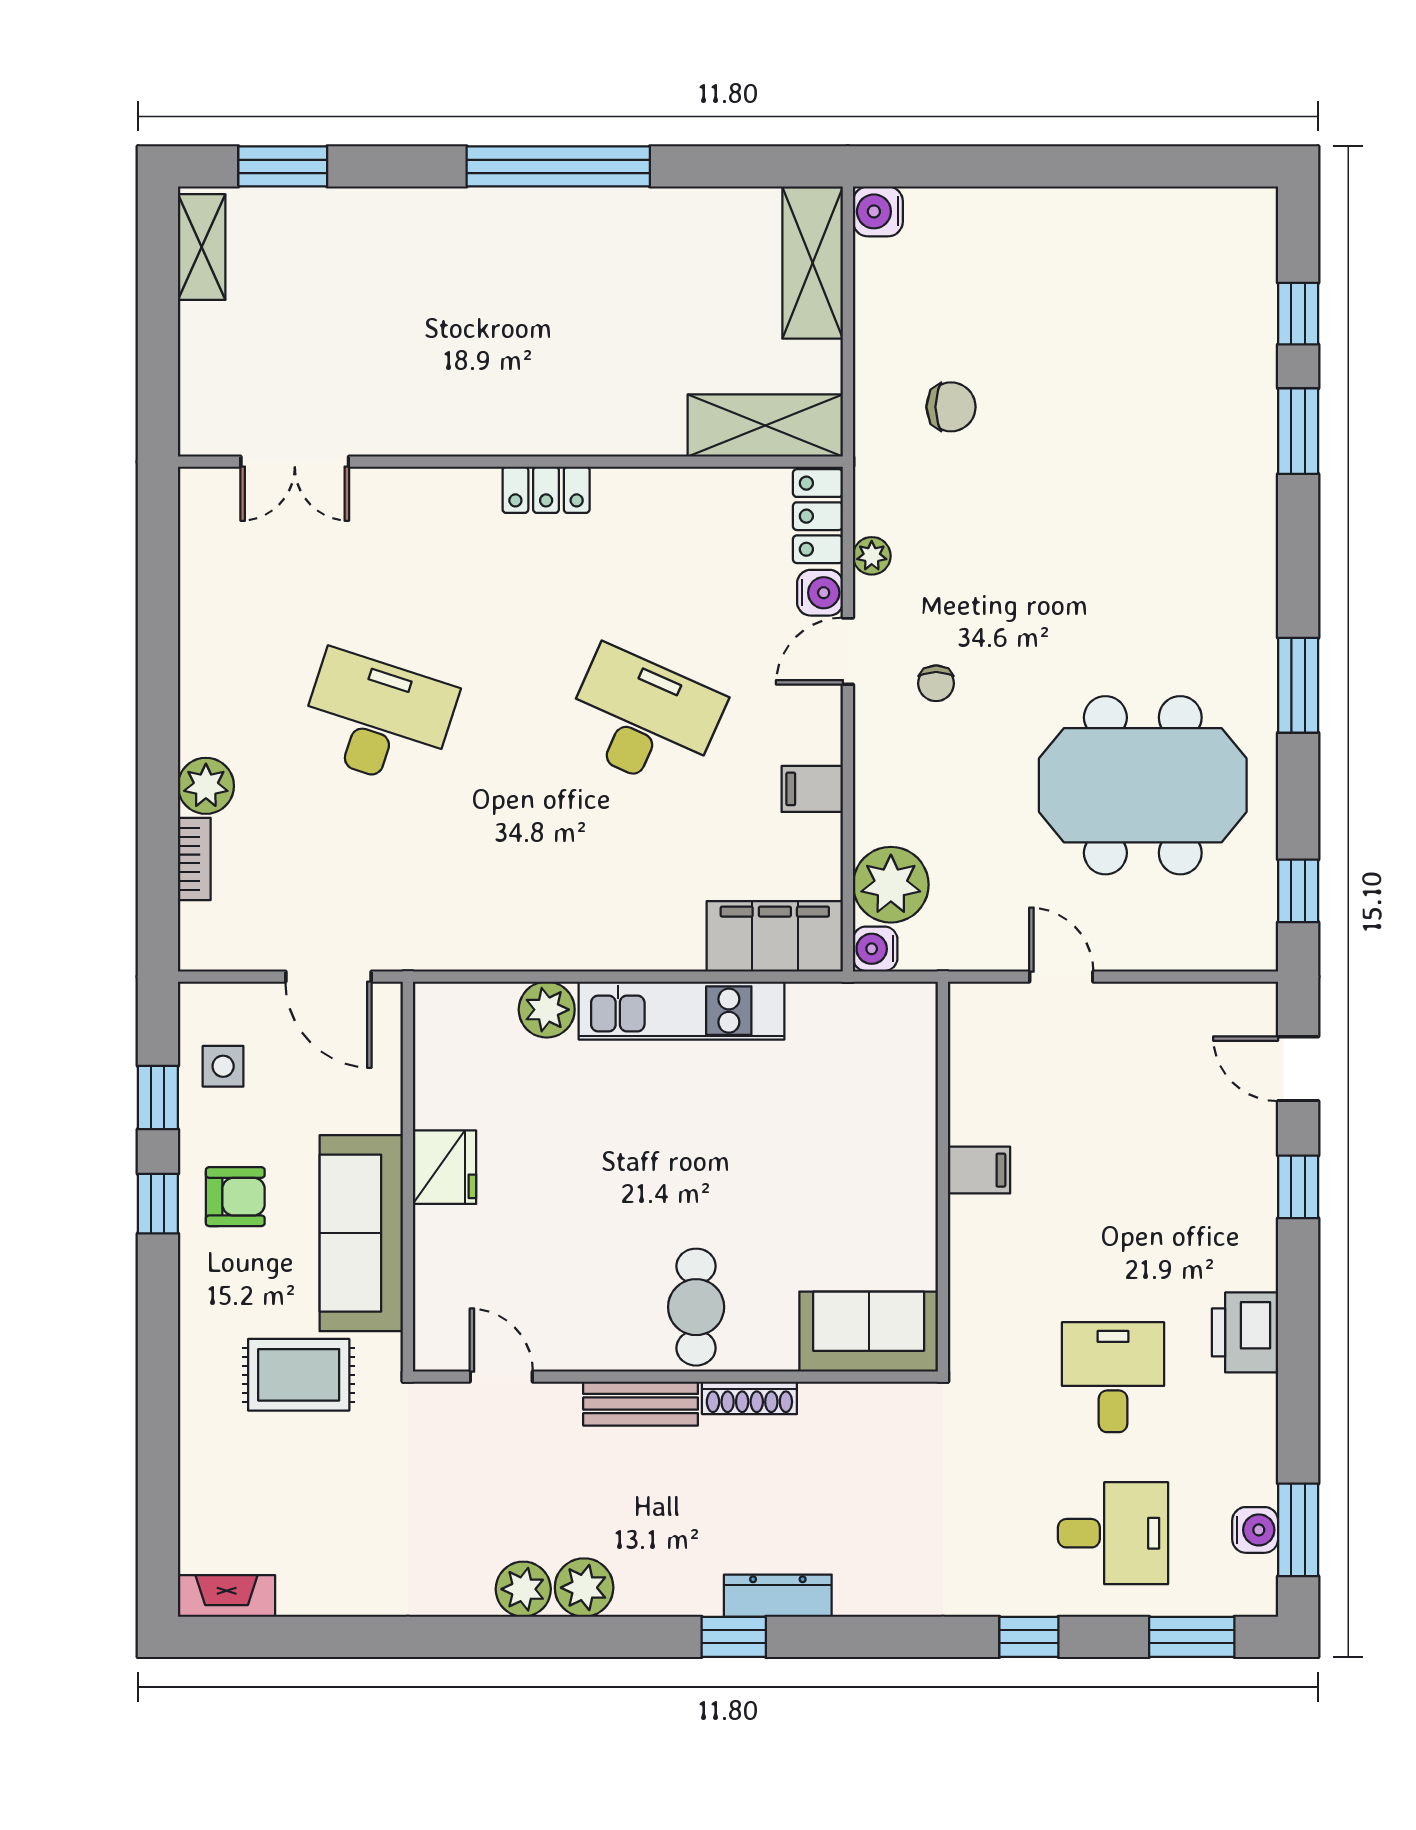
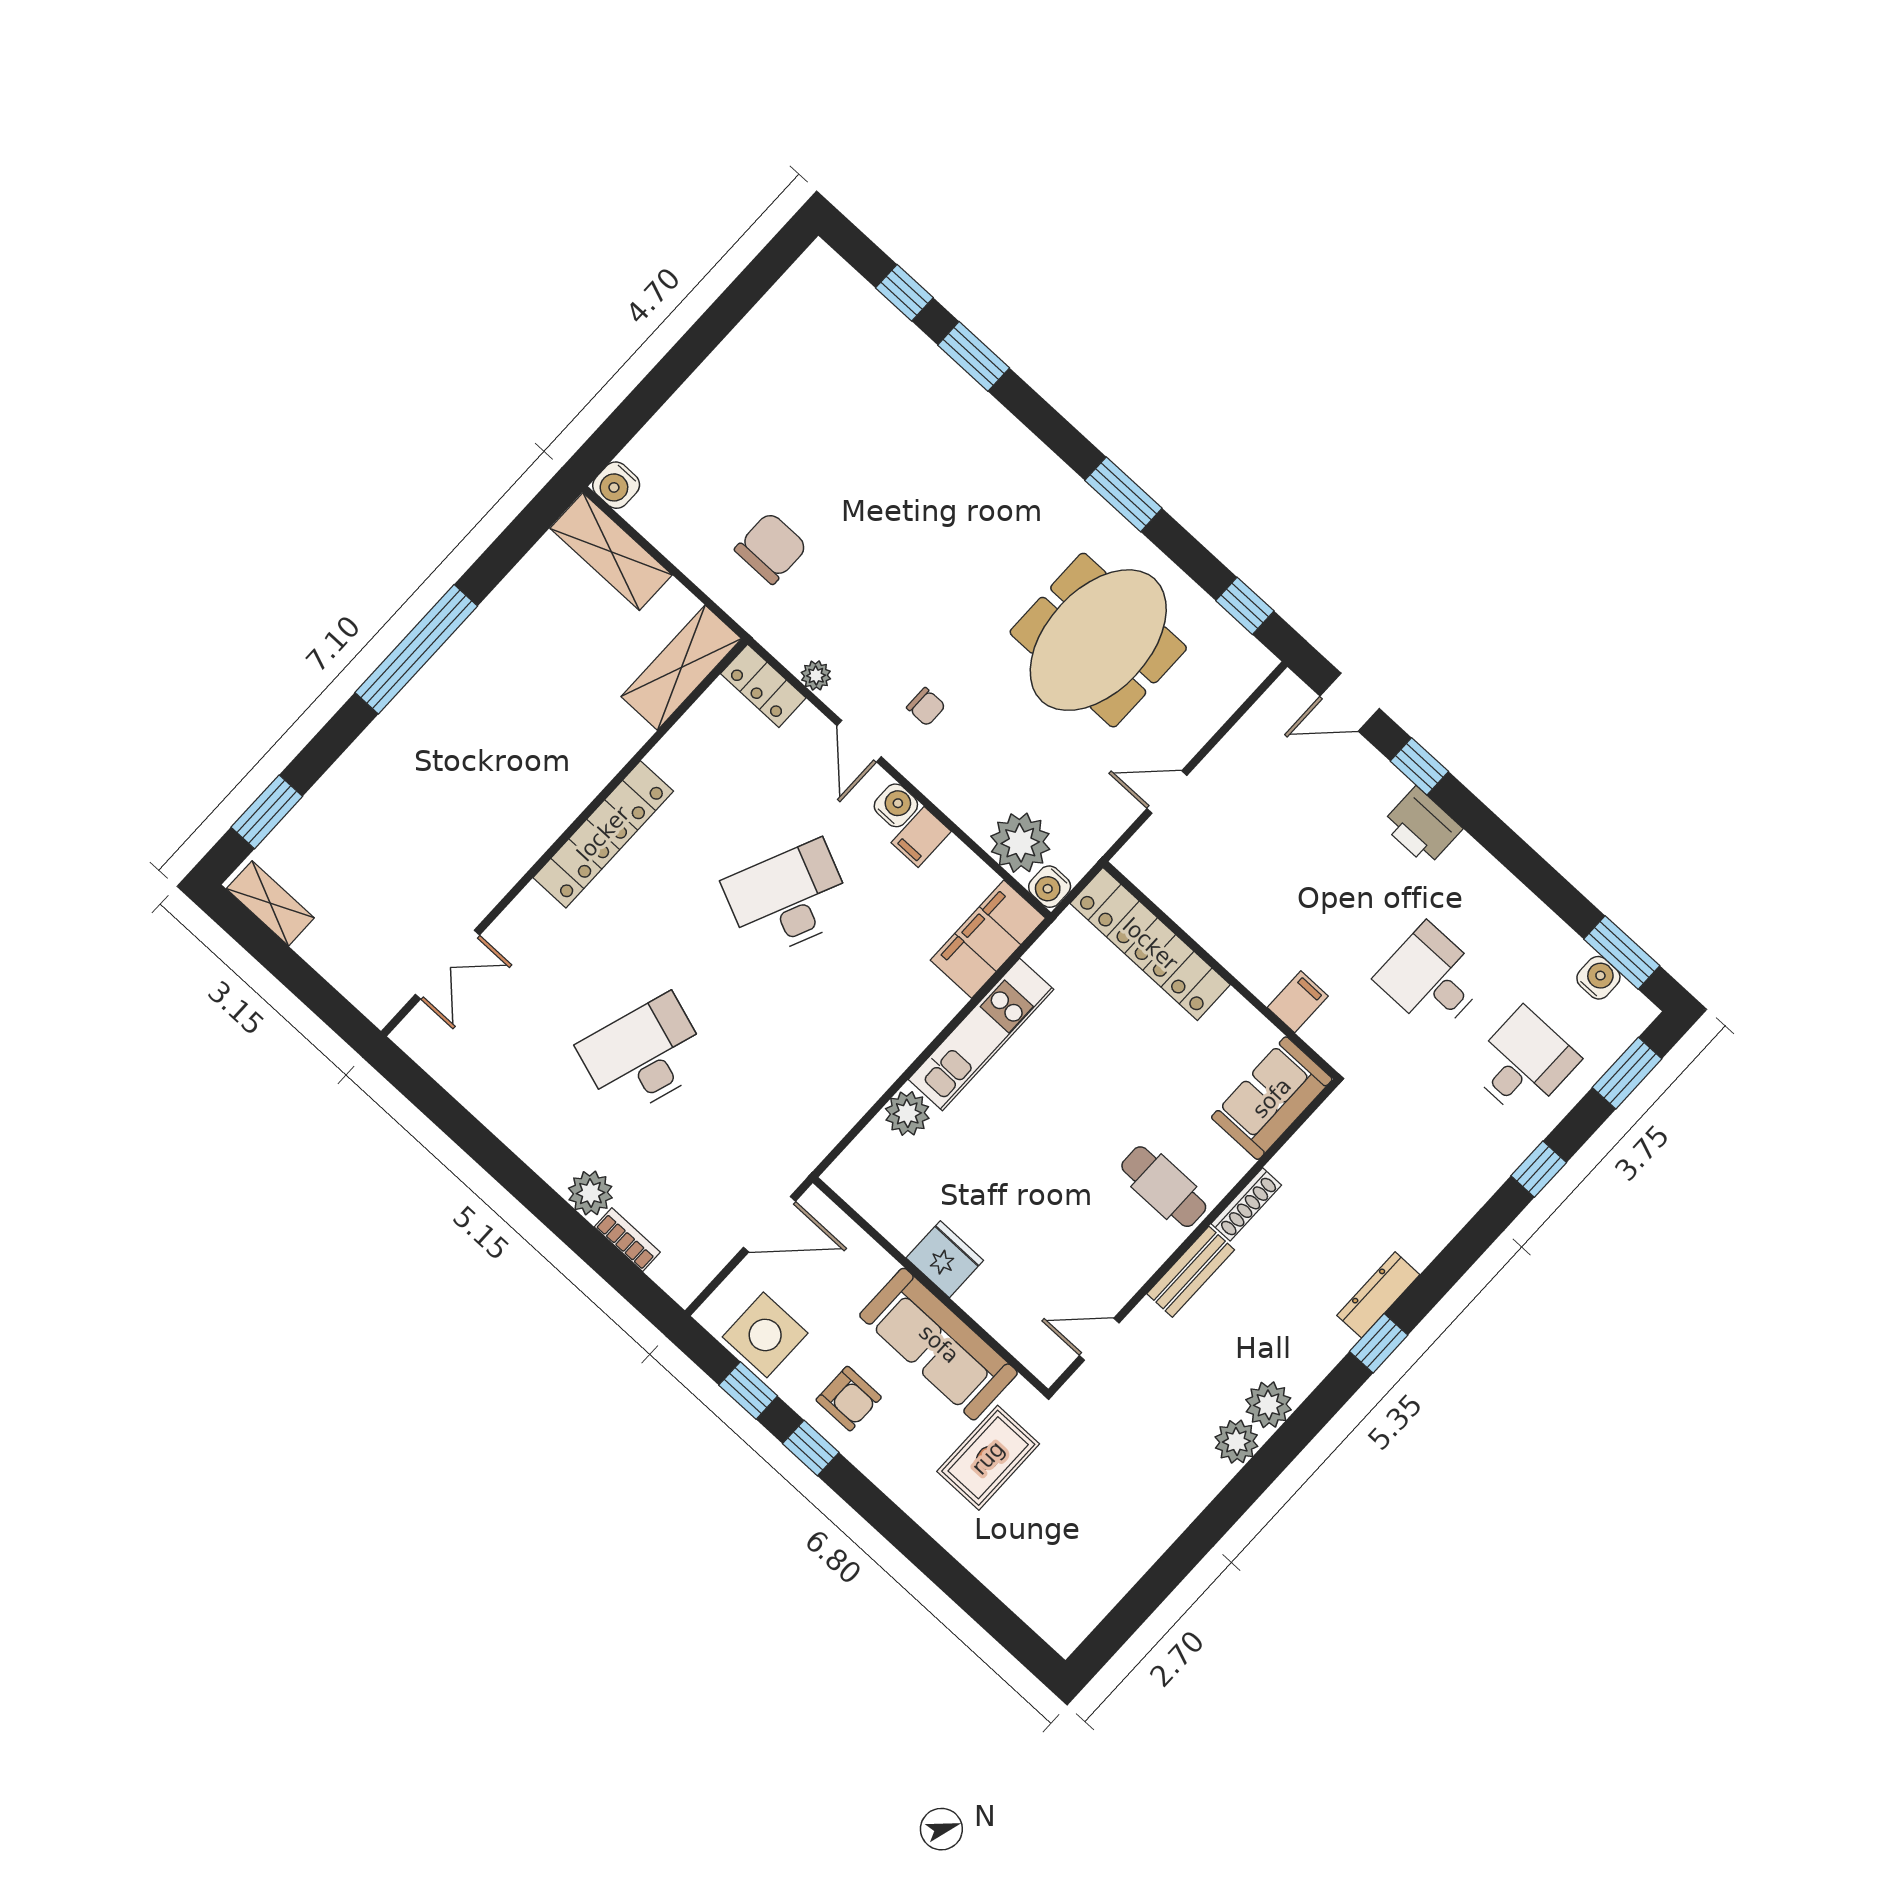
chair: (951, 407) -> (771, 548), width x1.37, depth x1.37
locker: (546, 490) -> (603, 834), width x2.16, depth x1.21
water cooler: (820, 593) -> (896, 805), moved
side table: (223, 1066) -> (765, 1335), width x1.87, depth x1.87
locker: (907, 1090) -> (1150, 944), added
filing cabinet: (979, 1170) -> (1298, 1002), moved
armchair: (235, 1197) -> (849, 1399), turned 90
printer: (1245, 1332) -> (1422, 826), moved
fireplace: (227, 1596) -> (1079, 1620), removed

